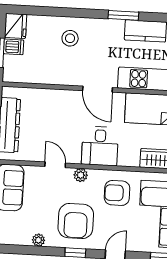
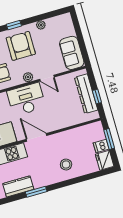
desk: (100, 146) -> (26, 99), width x1.37

